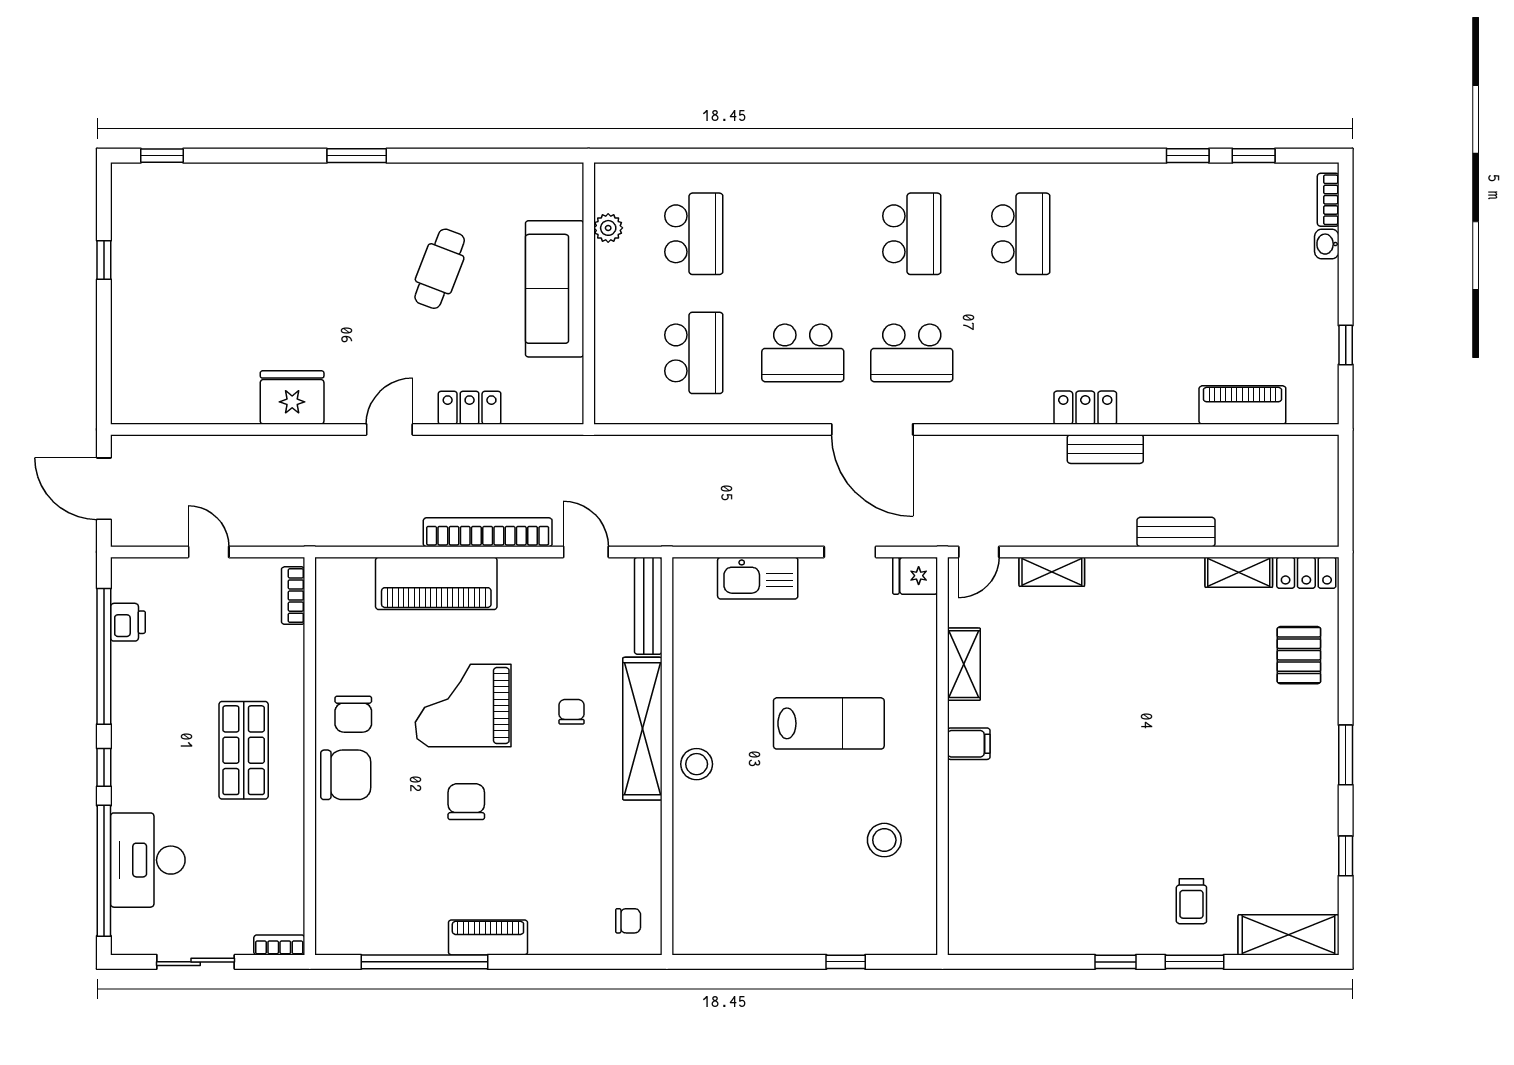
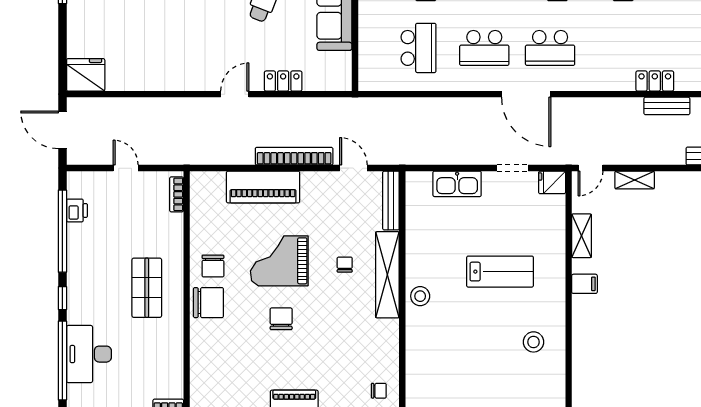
fridge: (292, 398) -> (86, 75), moved

